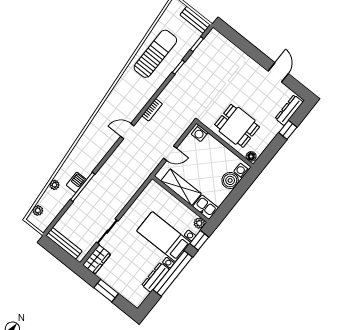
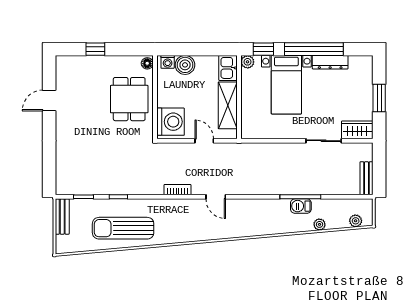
dresser: (289, 110) -> (76, 62), removed
washing machine: (200, 133) -> (170, 122), width x1.89, depth x1.89
bench: (64, 243) -> (366, 178), width x0.73

